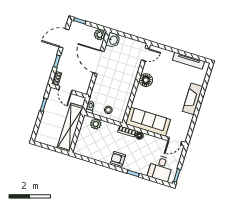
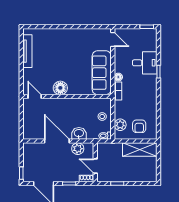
plant: (100, 35) -> (78, 149), moved
washbasin: (113, 40) -> (79, 133), moved
door: (99, 62) -> (57, 141), swing flipped
door: (65, 90) -> (95, 166), swing flipped
fireplace: (193, 99) -> (65, 35), removed
shelving: (70, 127) -> (140, 150), width x0.68
armchair: (118, 159) -> (139, 126), moved
desk: (161, 168) -> (145, 63), moved

